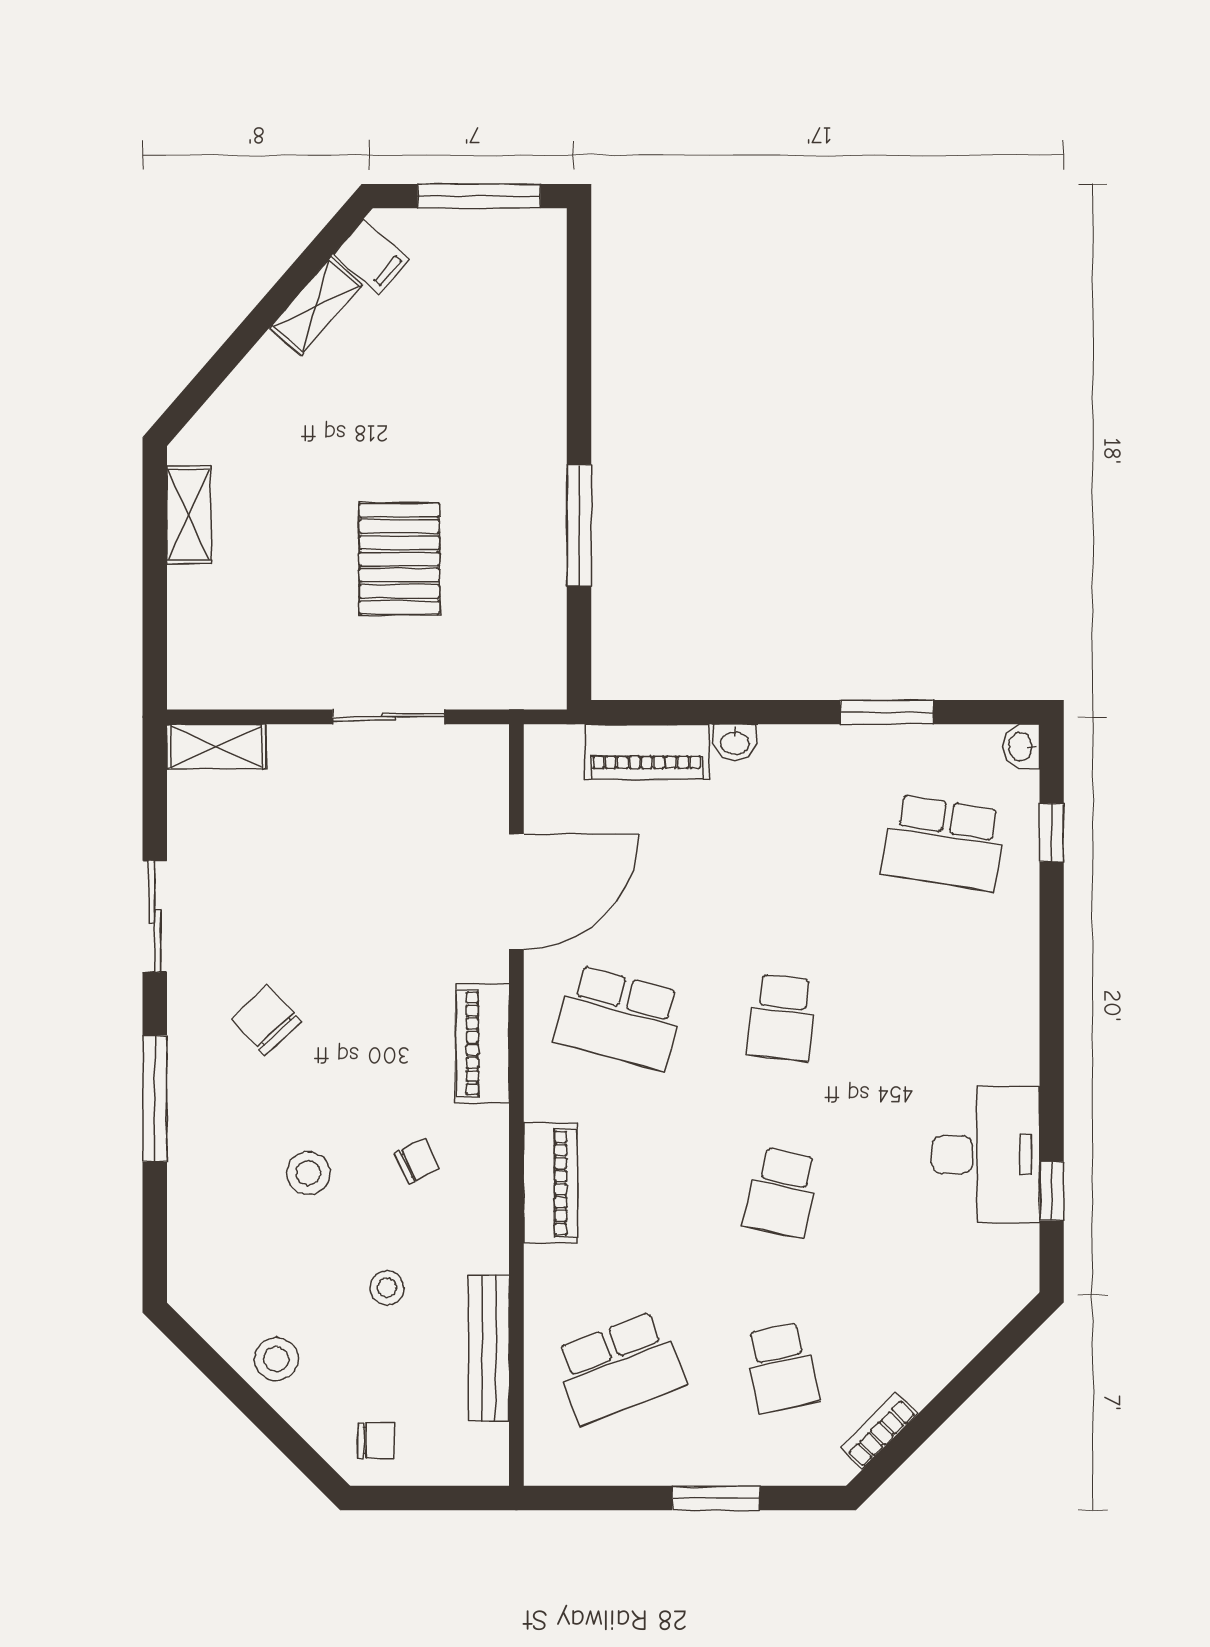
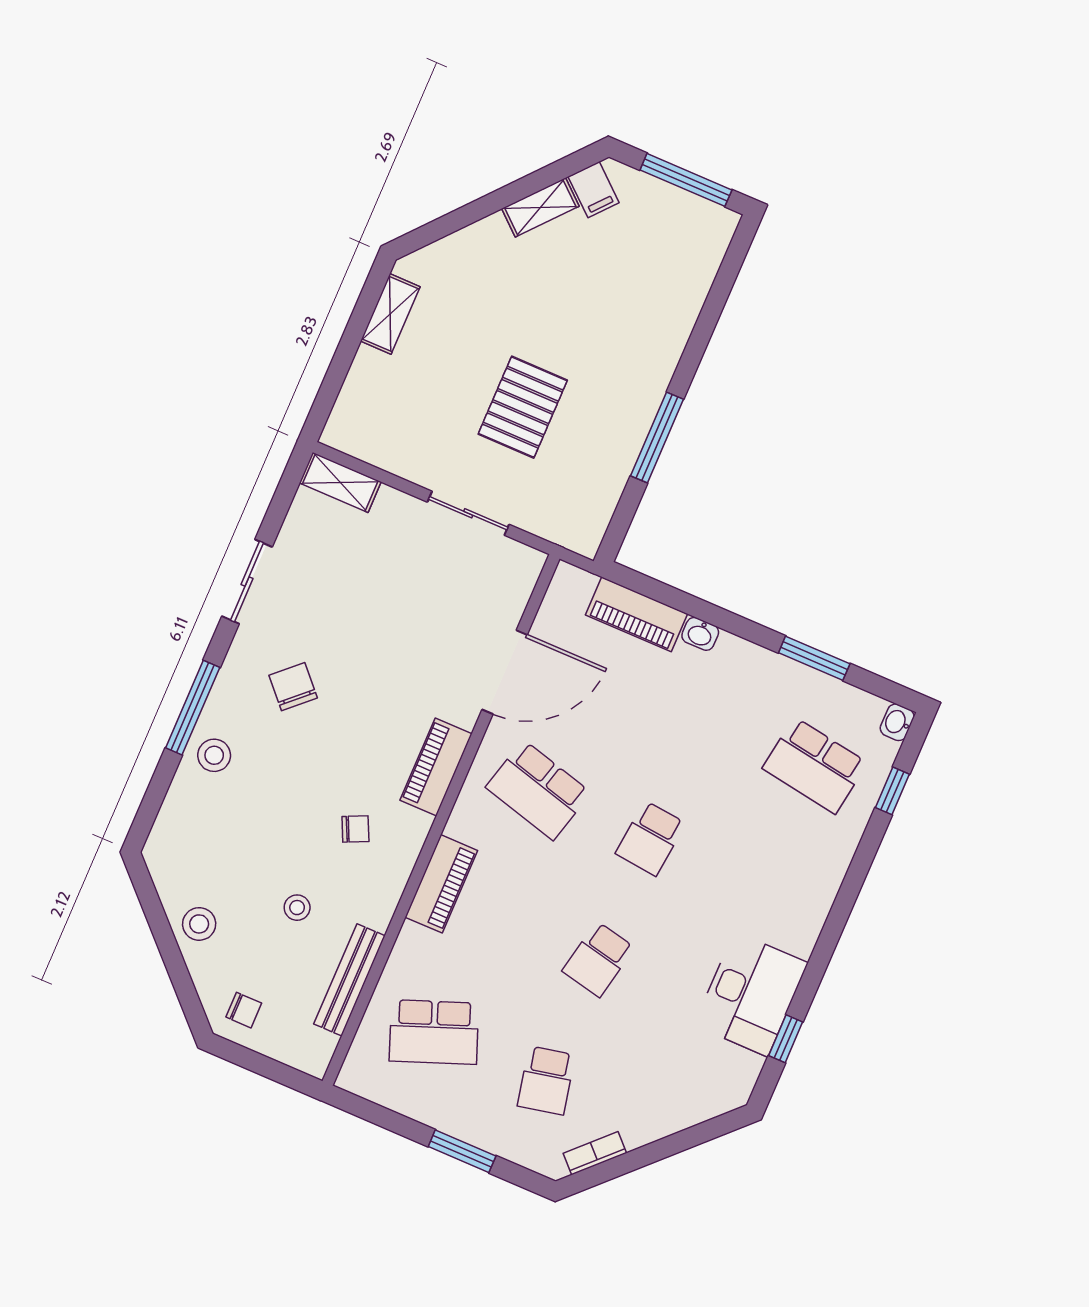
stool: (308, 1173) -> (214, 755), moved

